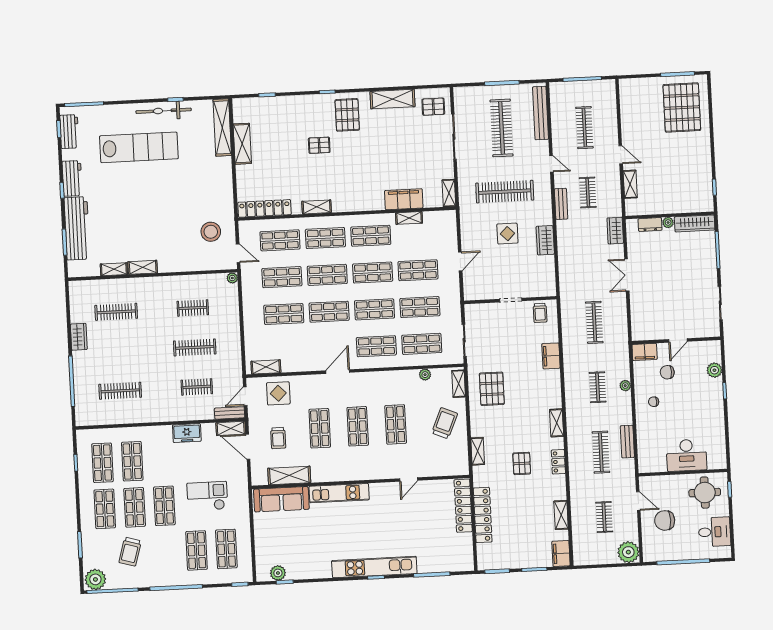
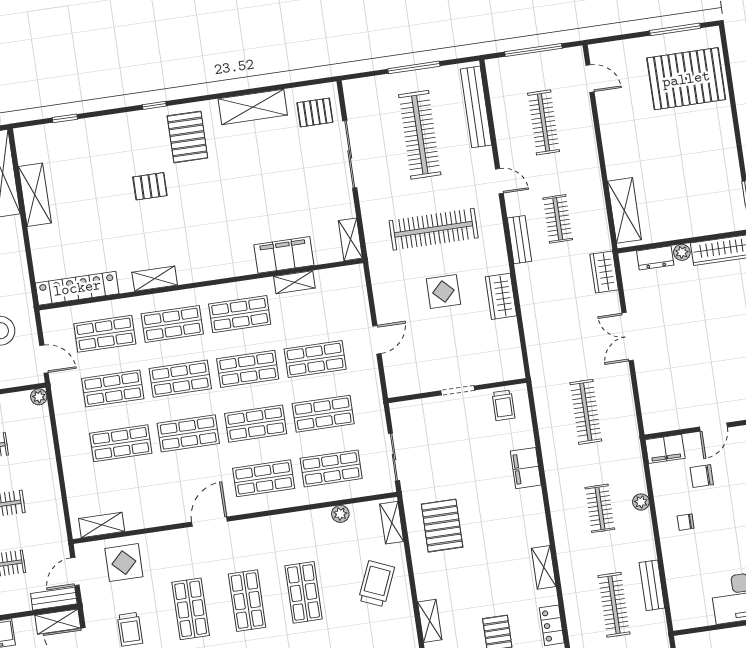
pallet: (682, 108) -> (686, 79), turned 90
door: (621, 155) -> (590, 79), moved
shelving: (630, 184) -> (624, 210), width x1.50, depth x1.33

